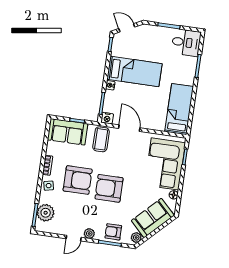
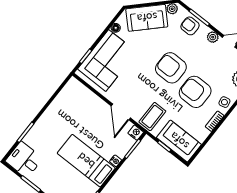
bed: (179, 109) -> (65, 103), removed
armchair: (109, 188) -> (171, 68), turned 180
armchair: (113, 232) -> (190, 26), turned 180

